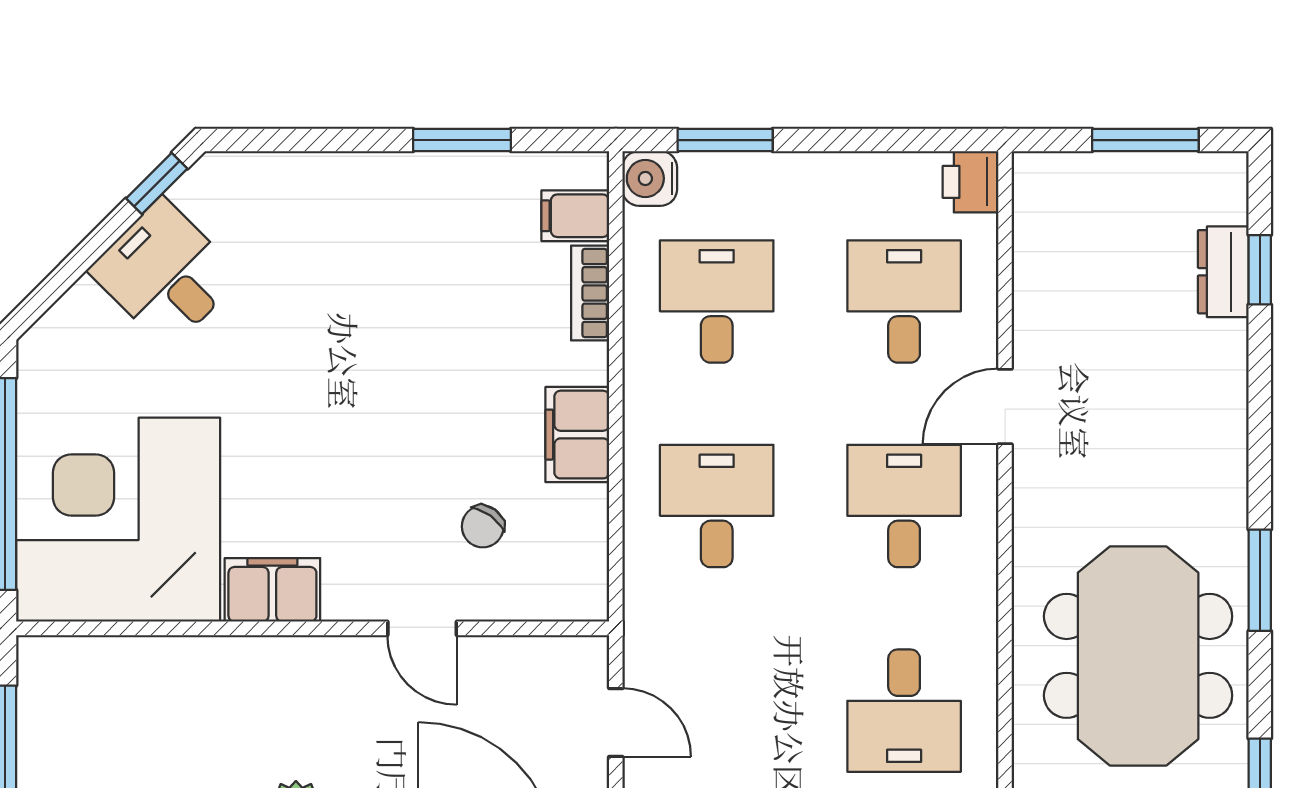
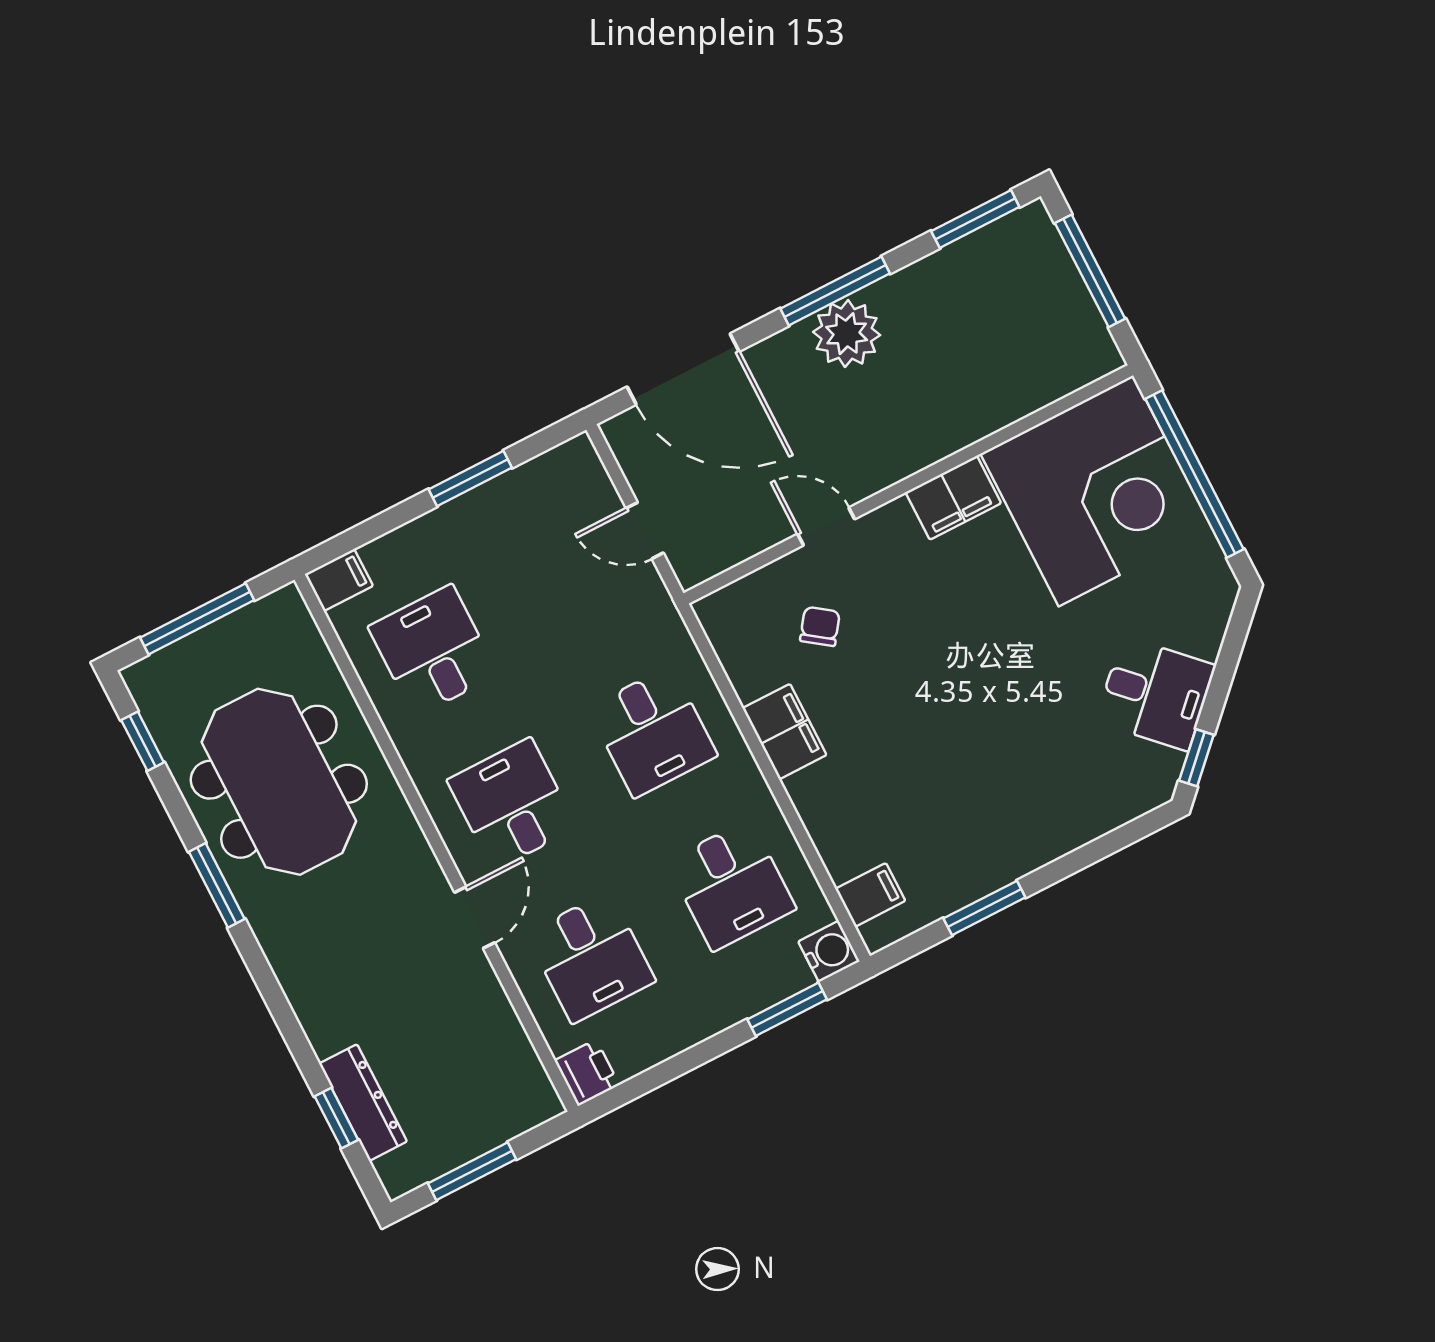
dresser: (1223, 272) -> (363, 1103), width x1.44
bookcase: (590, 293) -> (829, 843), removed
desk: (904, 506) -> (512, 804), turned 180

